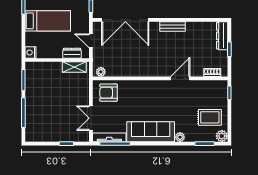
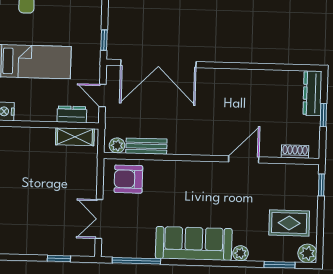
bench: (173, 27) -> (146, 146), moved
tv unit: (109, 137) -> (128, 251), removed

